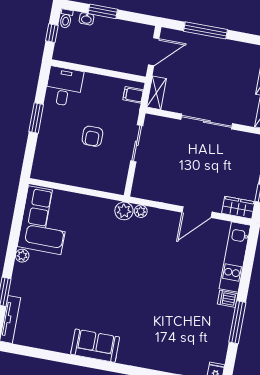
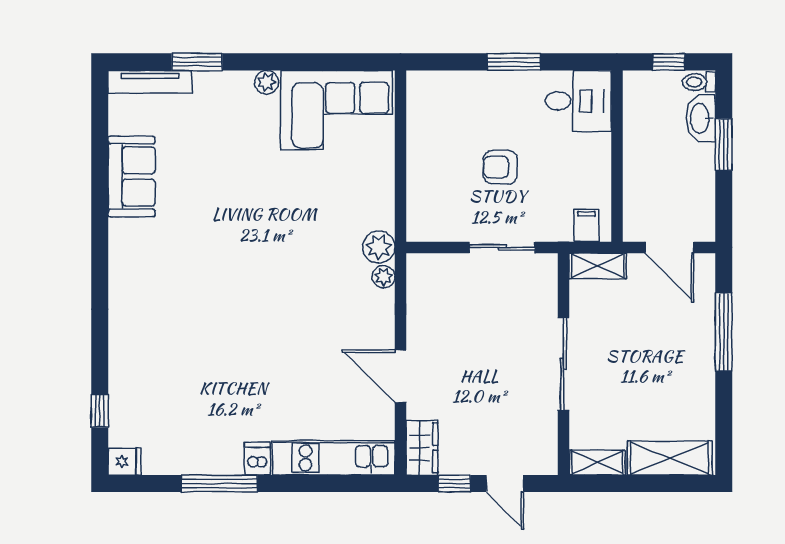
washbasin: (86, 19) -> (701, 118), width x1.91, depth x1.45
sofa: (95, 346) -> (132, 176), moved

